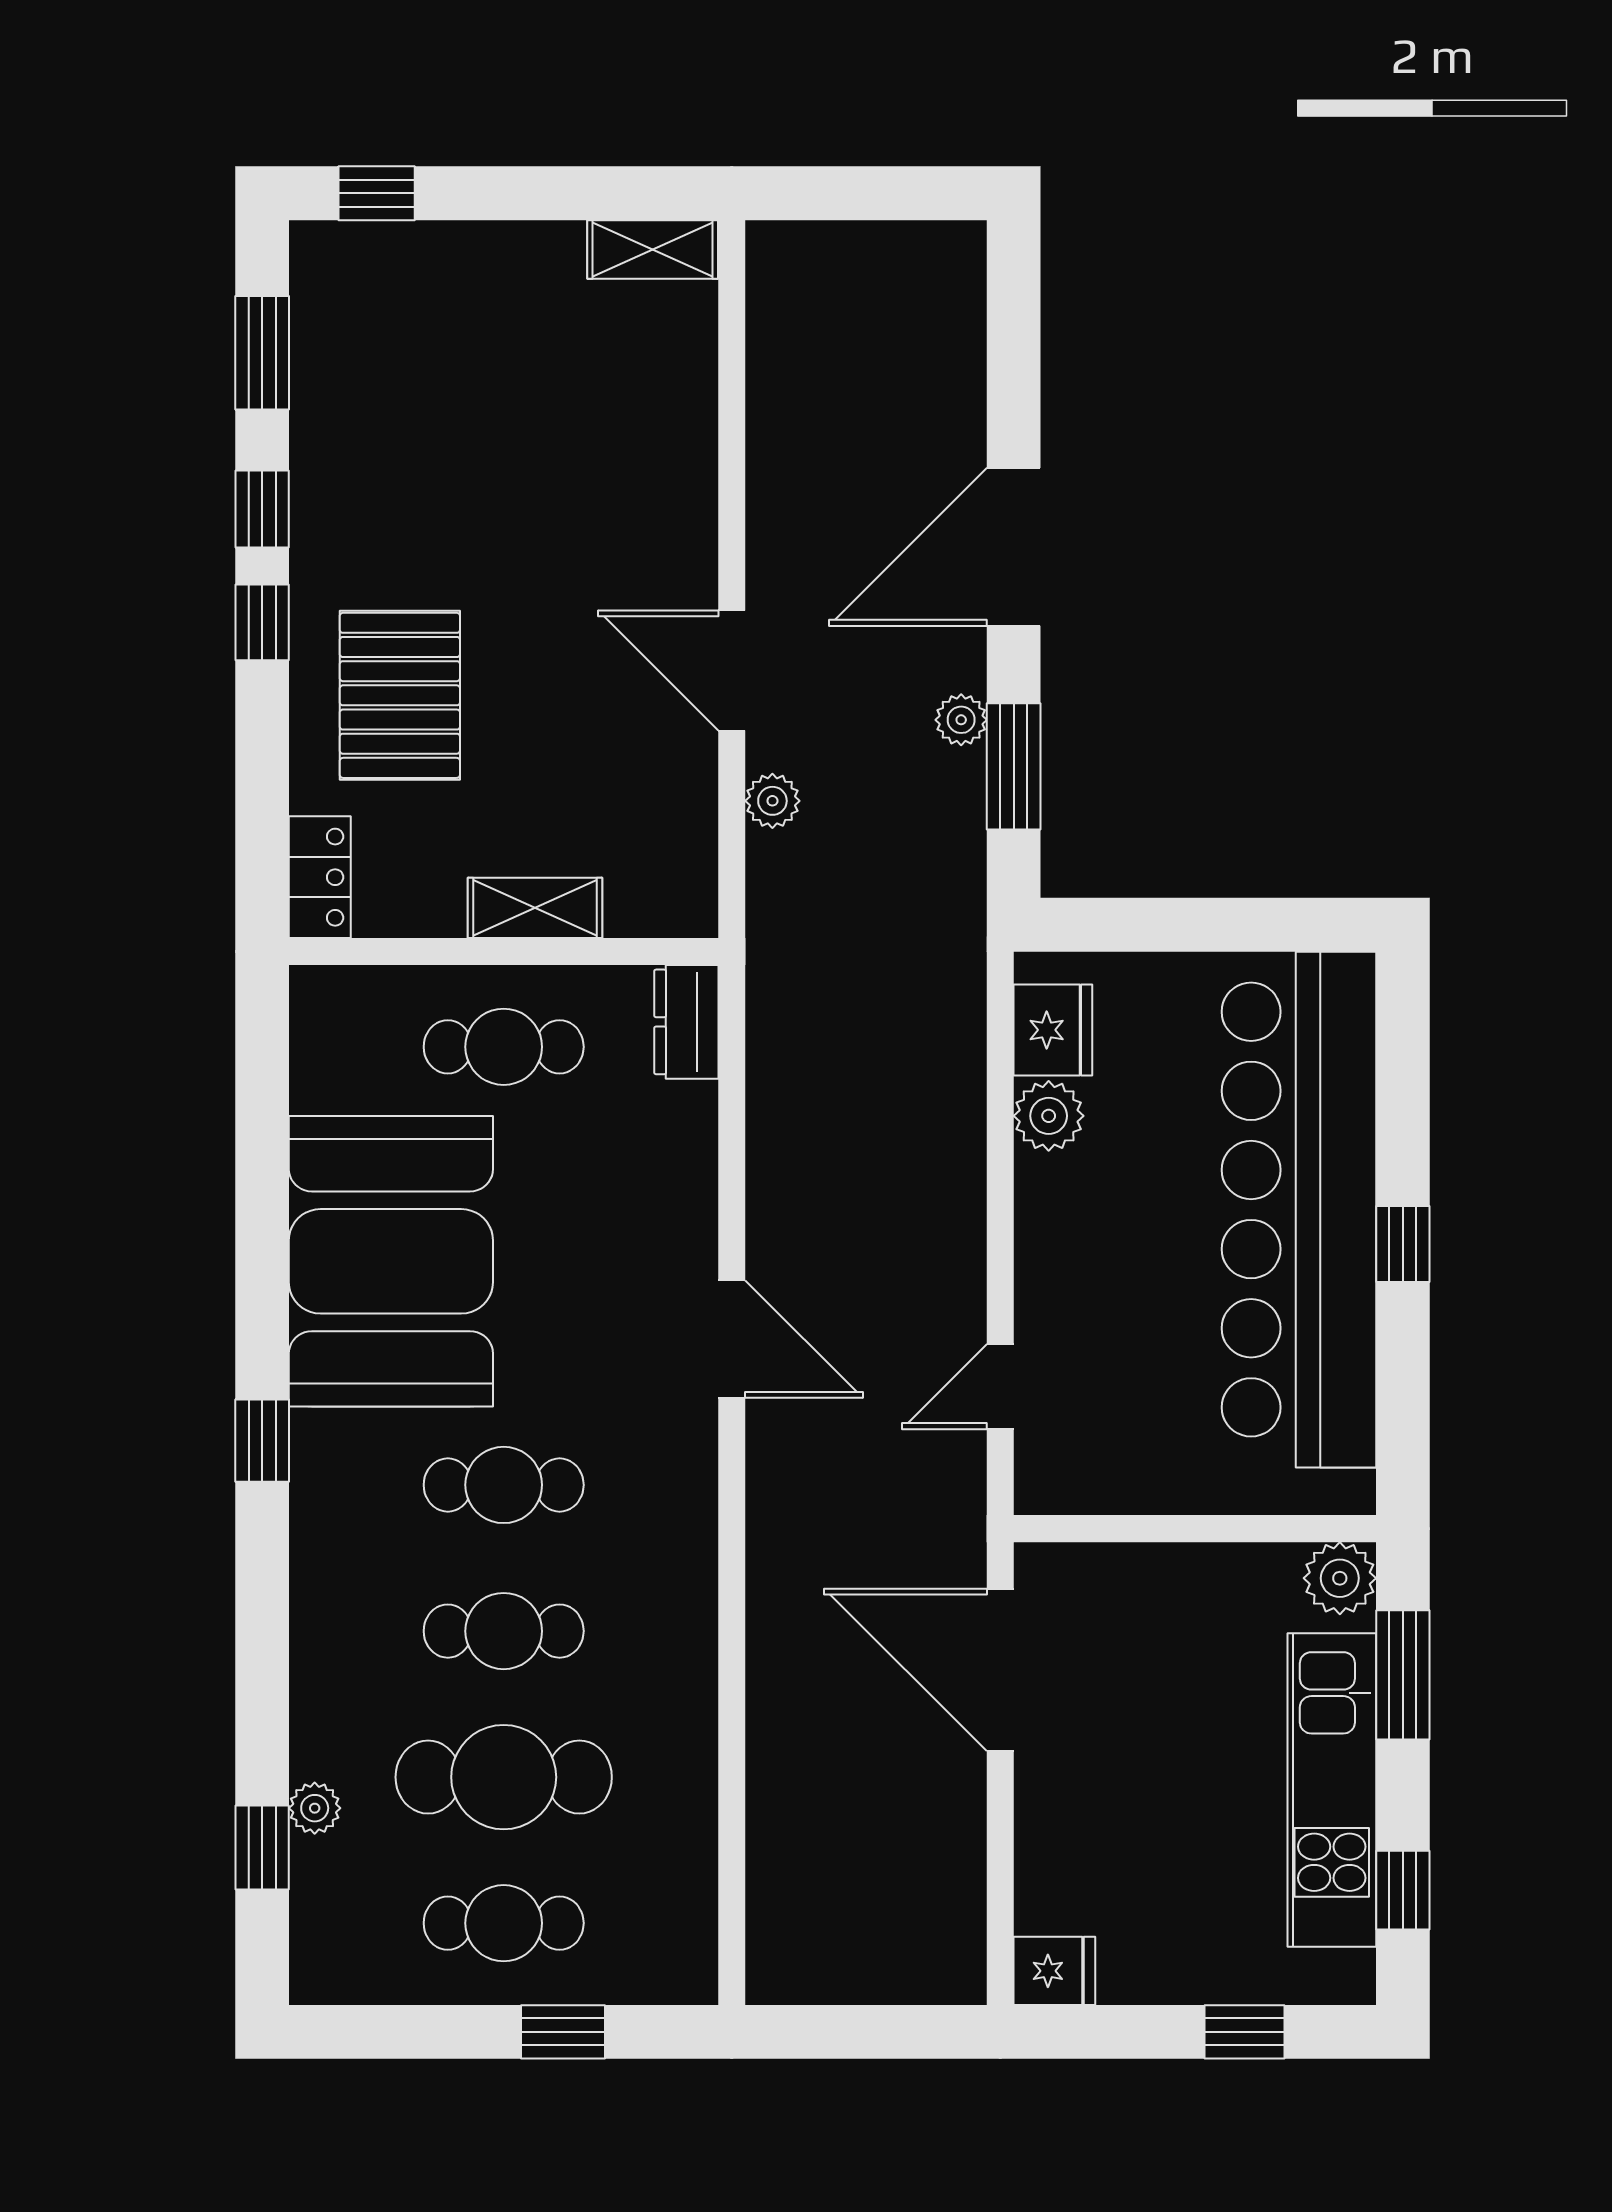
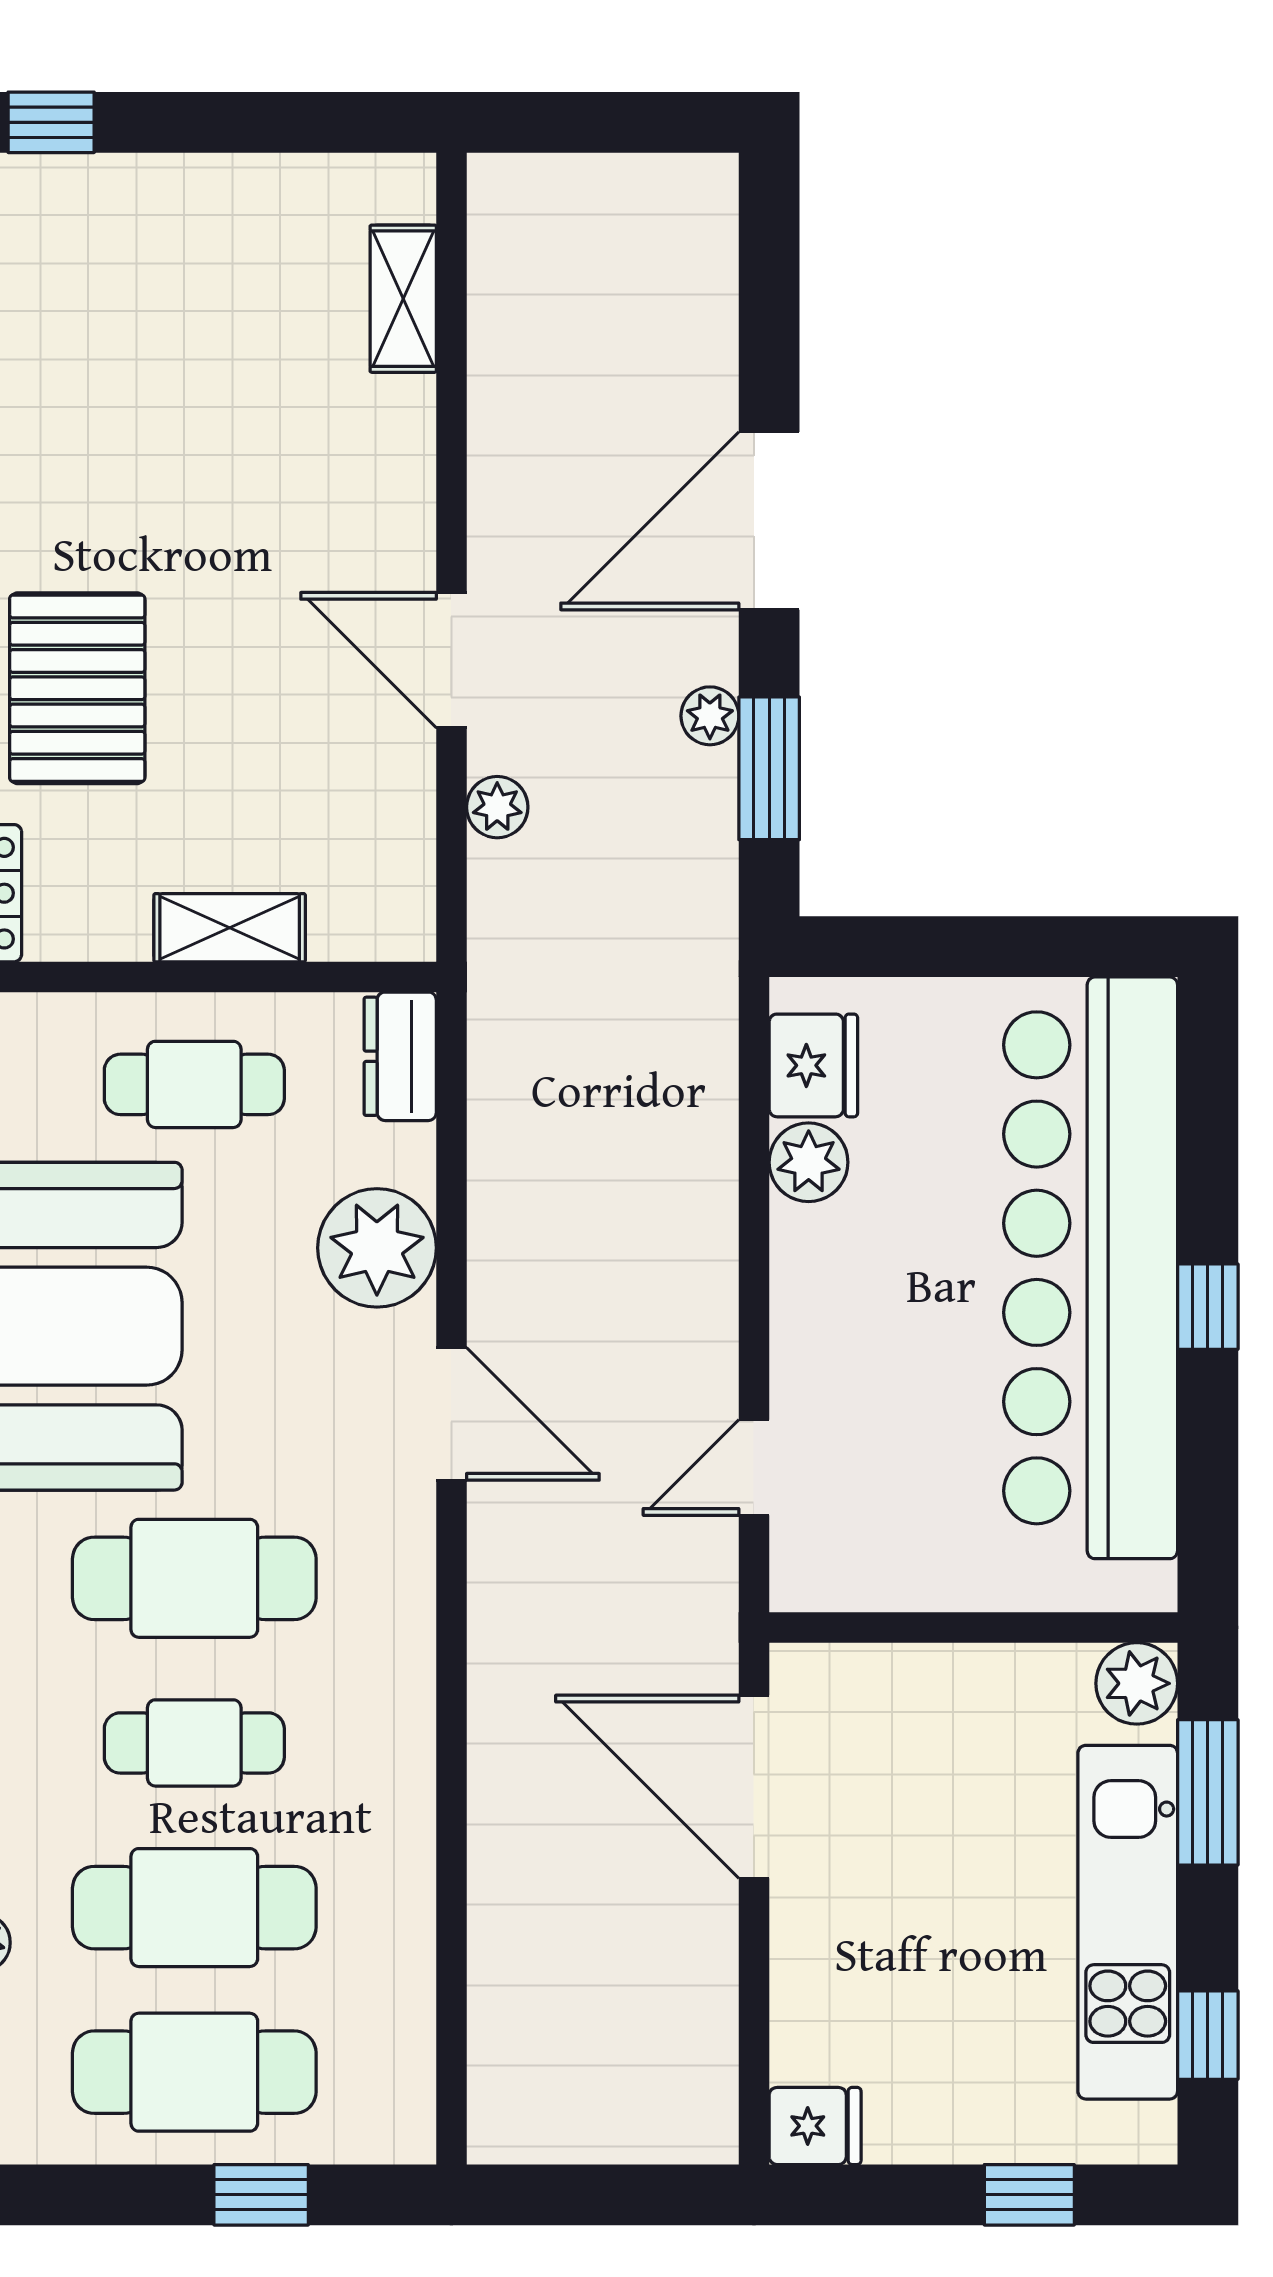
shelving: (653, 249) -> (403, 299), moved, turned 90
plant: (666, 1192) -> (377, 1248), added
cafe table: (504, 1485) -> (194, 1578), width x1.37, depth x1.35
cafe table: (504, 1923) -> (194, 2072), width x1.37, depth x1.35

